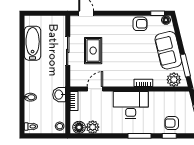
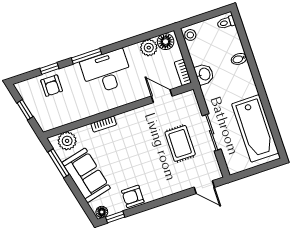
bathtub: (33, 43) -> (255, 128), width x1.36, depth x1.36
door: (95, 89) -> (162, 96), swing flipped
desk: (131, 105) -> (106, 72), moved, turned 180
armchair: (172, 123) -> (52, 86), turned 90

